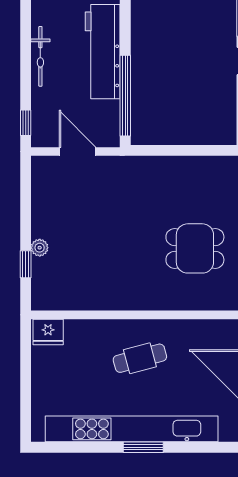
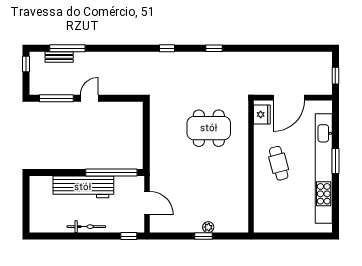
door: (77, 152) -> (147, 203), swing flipped
dining table: (195, 248) -> (209, 128), width x1.37
window: (26, 264) -> (203, 236), moved
fridge: (48, 332) -> (262, 114), moved

